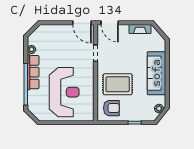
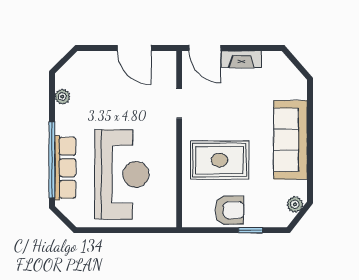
door: (82, 23) -> (134, 48), moved
fireplace: (140, 29) -> (242, 59), moved
row of seats: (33, 72) -> (65, 168), moved
armchair: (111, 108) -> (230, 210), moved

